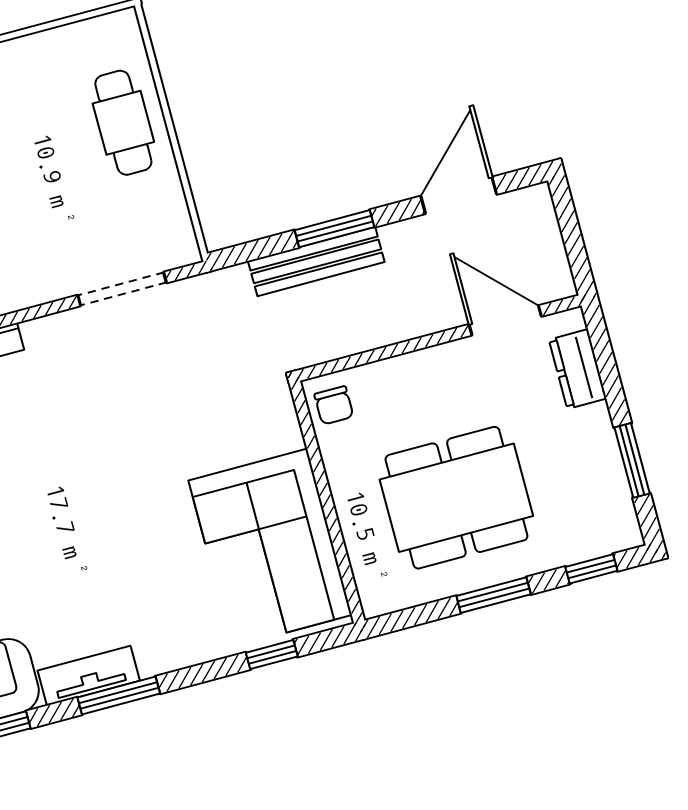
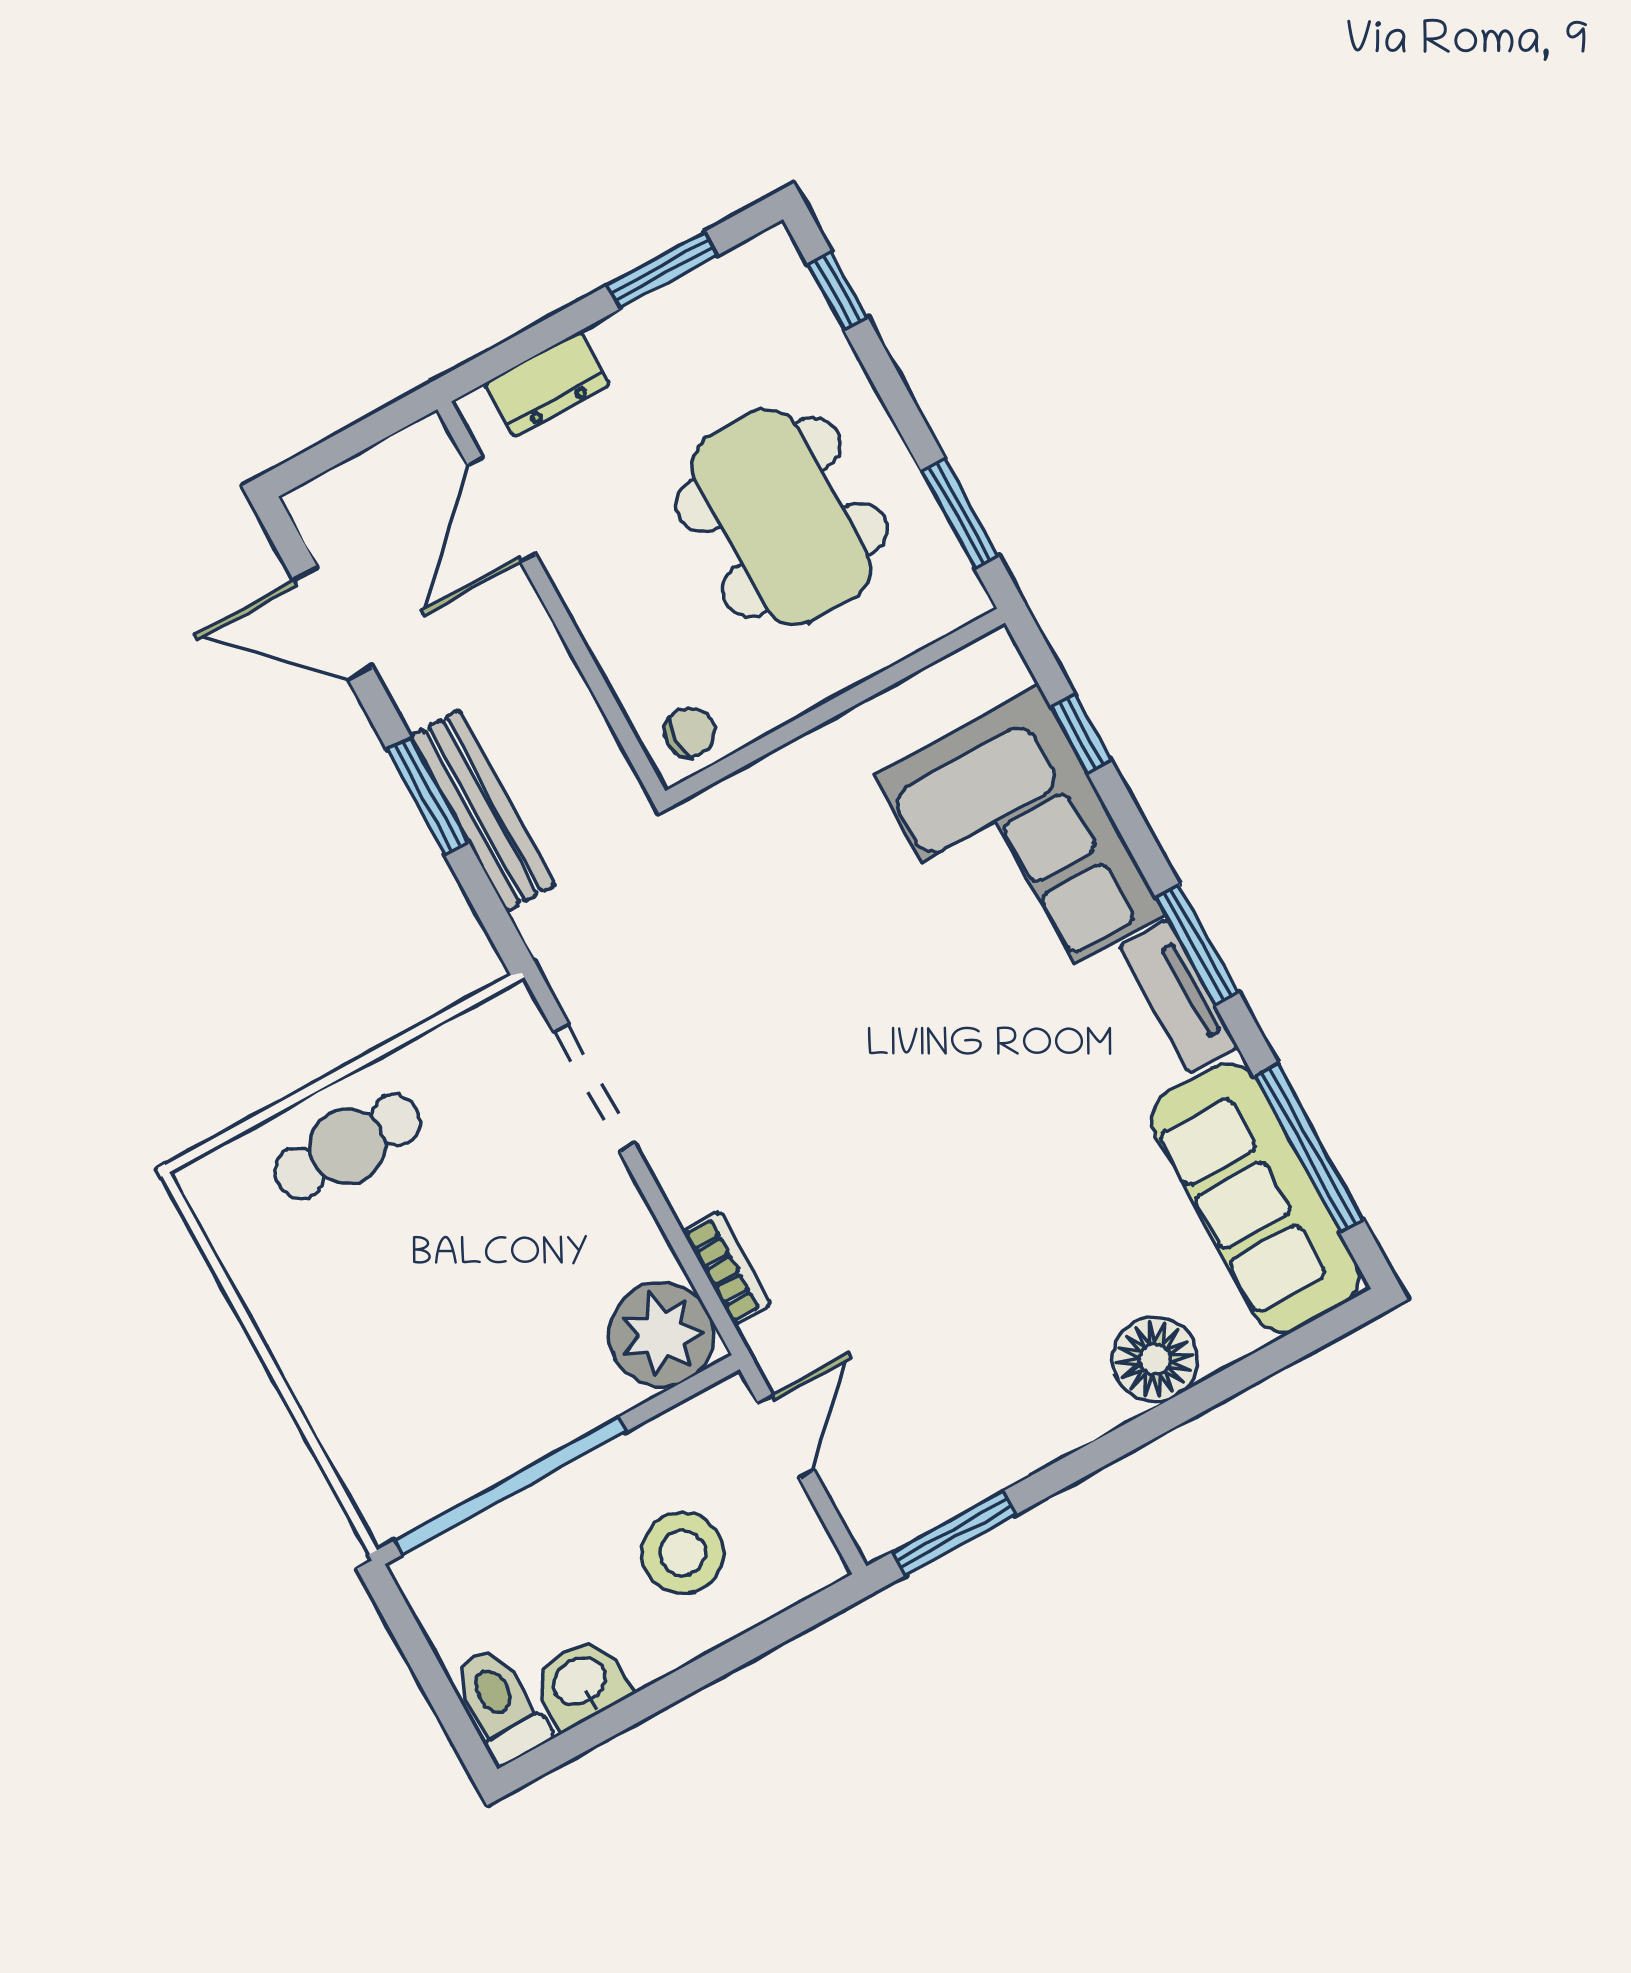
corner sofa: (270, 548) -> (1020, 844), moved, turned 90
window: (494, 595) -> (960, 513), moved

